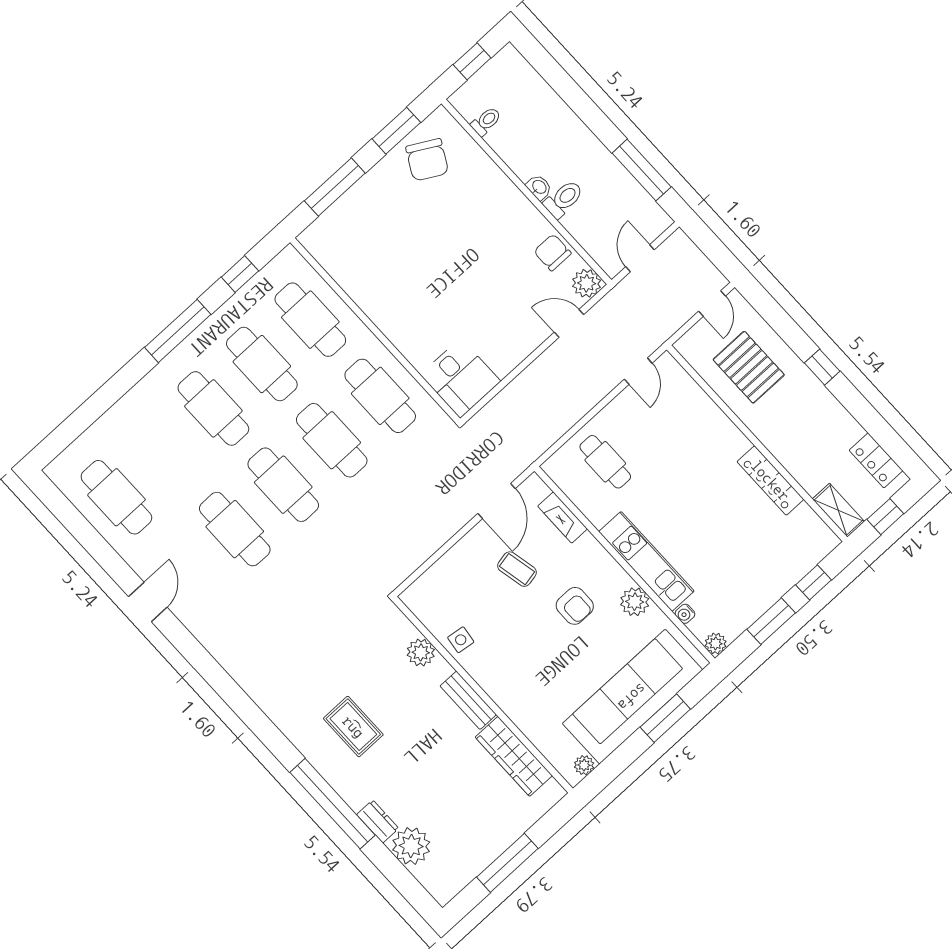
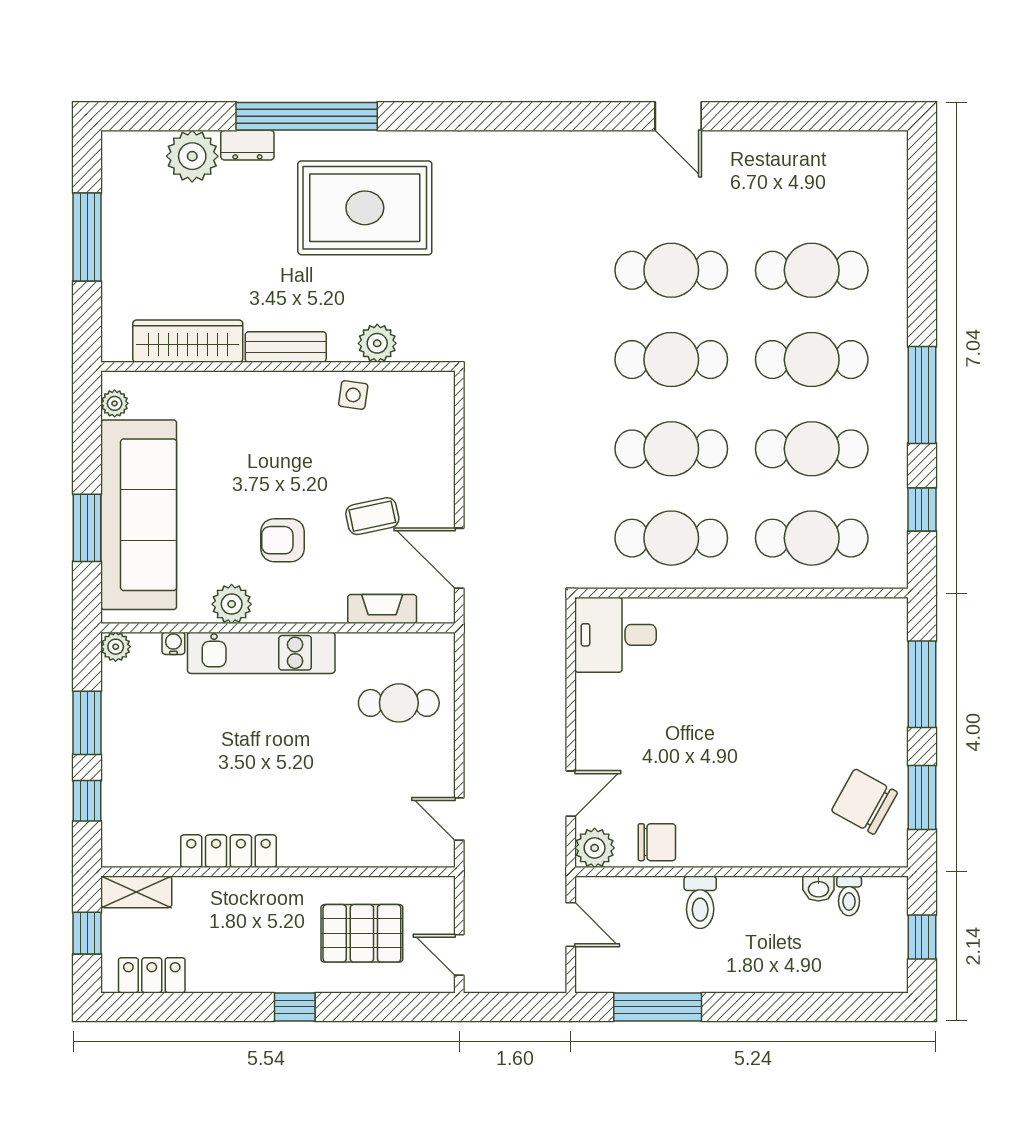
washbasin: (539, 187) -> (818, 889), moved
cafe table: (116, 497) -> (812, 270), moved
rug: (353, 727) -> (365, 208), width x1.86, depth x2.06

